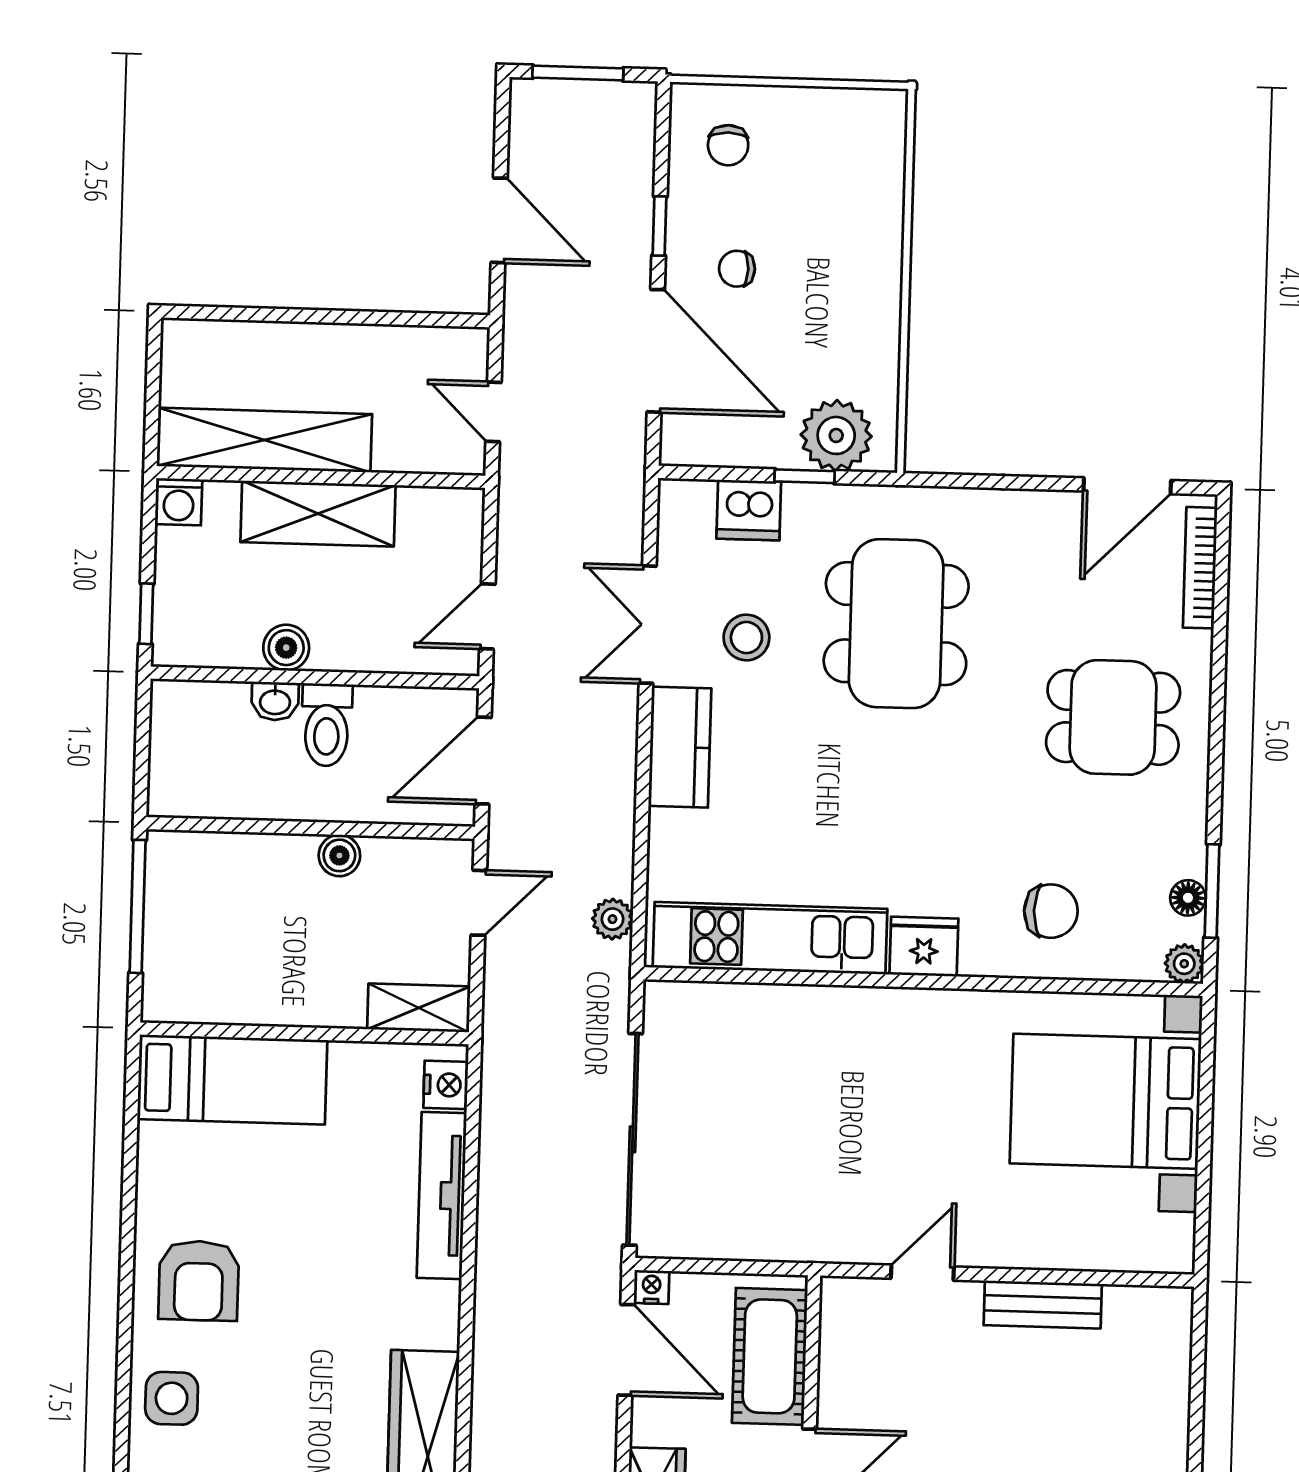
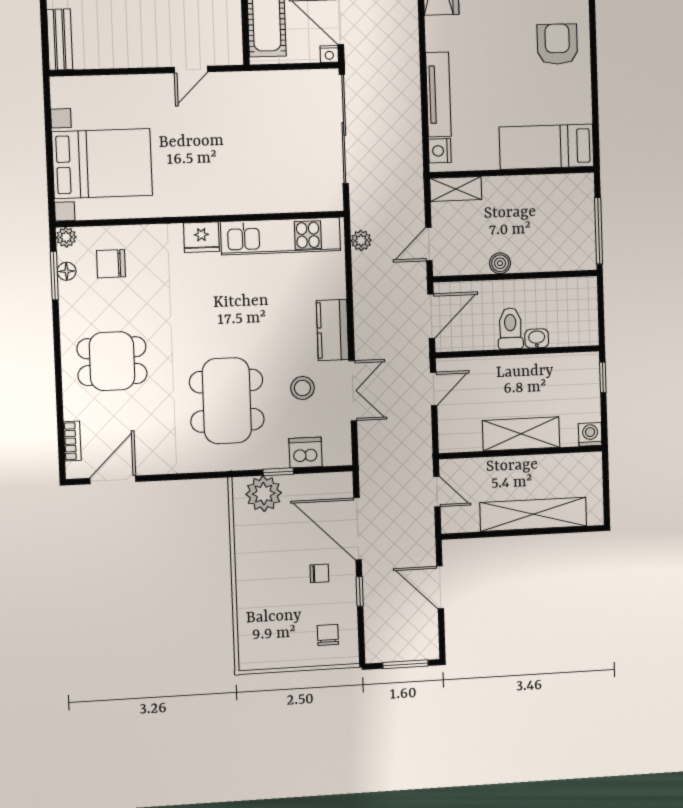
shelving: (264, 440) -> (533, 514), moved
bookcase: (1200, 568) -> (72, 441), width x0.64
boiler: (286, 648) -> (533, 366), removed
chair: (1051, 911) -> (111, 264), moved
bench: (1043, 1305) -> (60, 40), moved, turned 90

